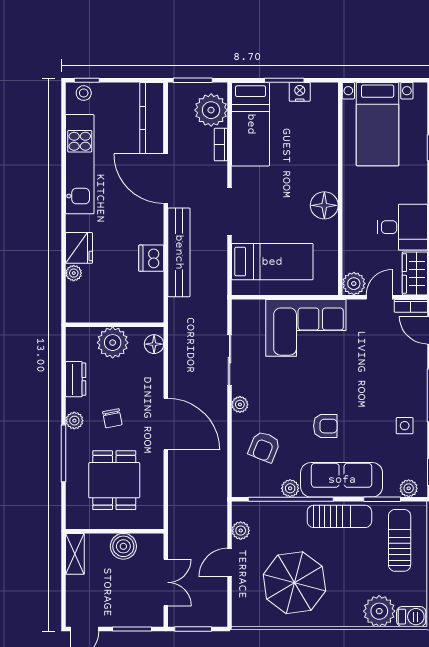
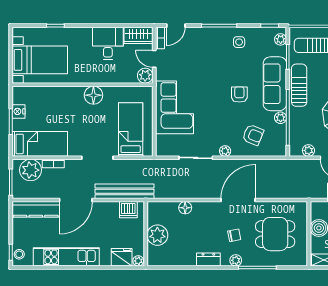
wall: (115, 325) -> (146, 234), moved
plant: (113, 343) -> (157, 235), moved

